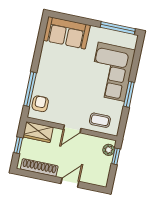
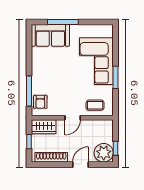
window: (118, 28) -> (63, 22), moved
armchair: (40, 104) -> (40, 102), turned 180
plant: (109, 150) -> (104, 153), moved, width x1.88, depth x1.88
window: (116, 156) -> (116, 148), moved

